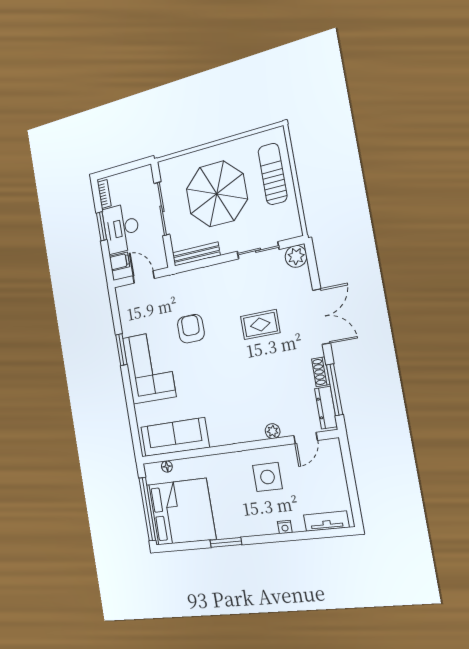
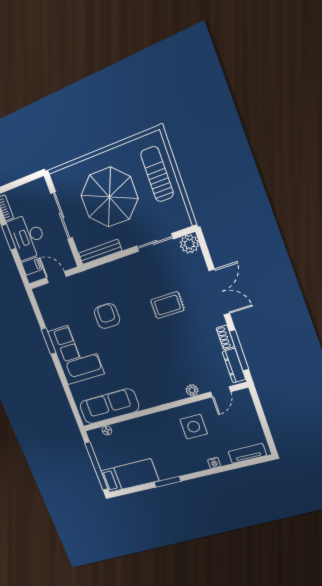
bed: (181, 512) -> (130, 476), width x0.49

